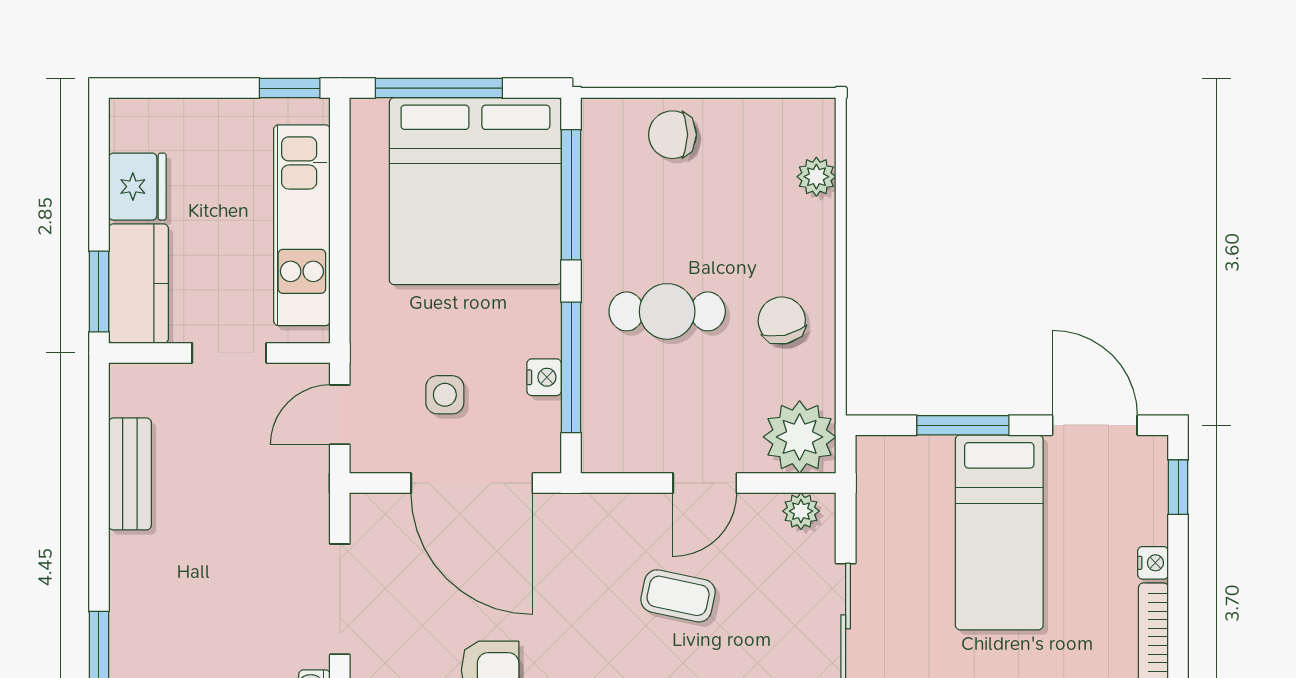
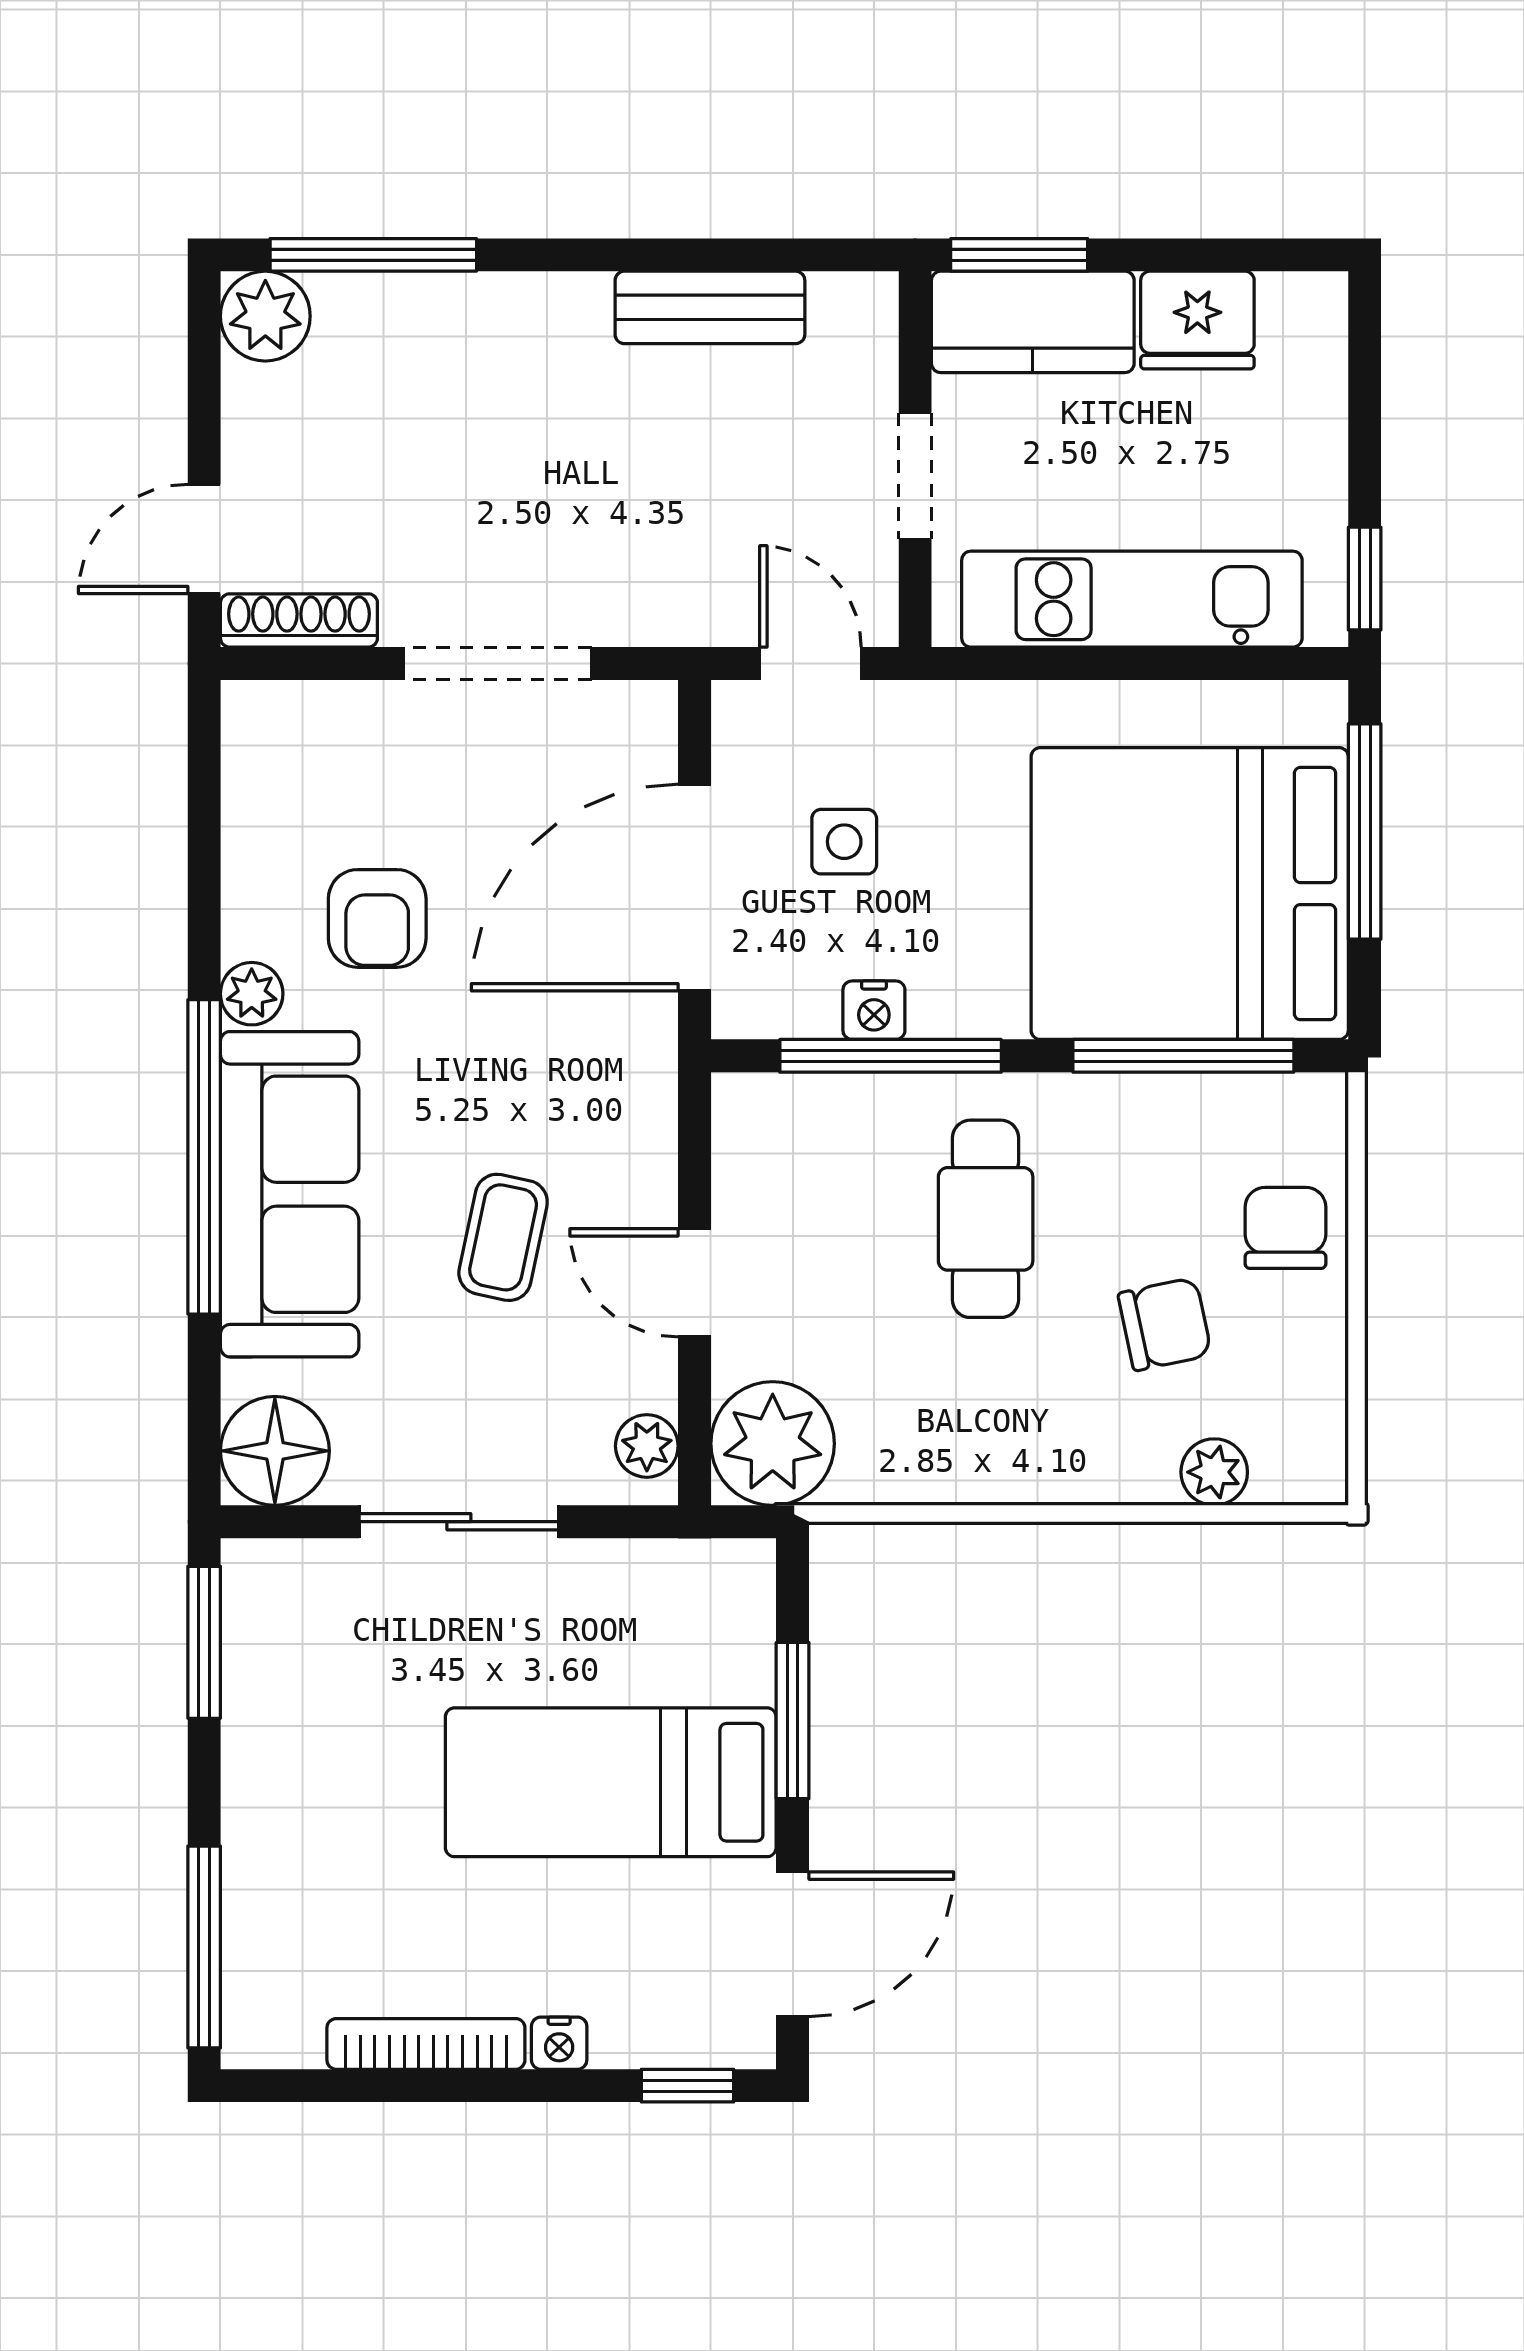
chair: (782, 321) -> (1165, 1324), moved

